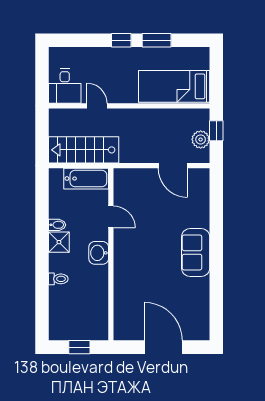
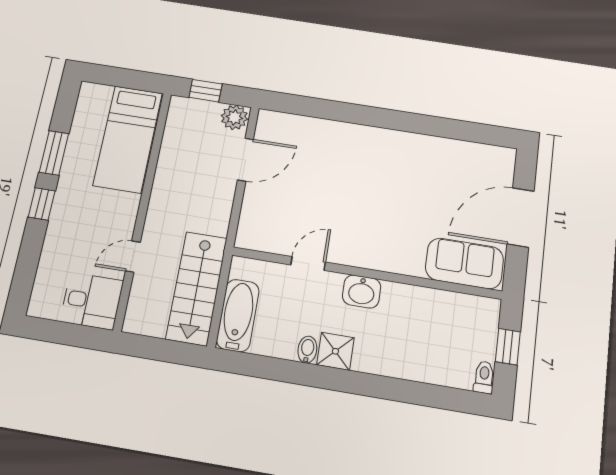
plant: (201, 139) -> (234, 117), moved
bathtub: (86, 179) -> (238, 315), moved
sofa: (196, 252) -> (464, 263), moved, turned 180
toilet: (58, 279) -> (484, 377), moved

